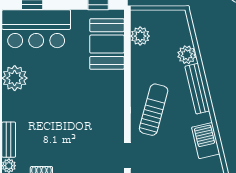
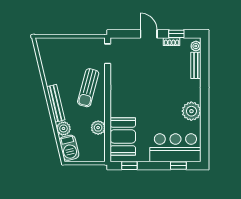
plant: (140, 36) -> (98, 128), moved
barbecue: (206, 141) -> (69, 148), moved

